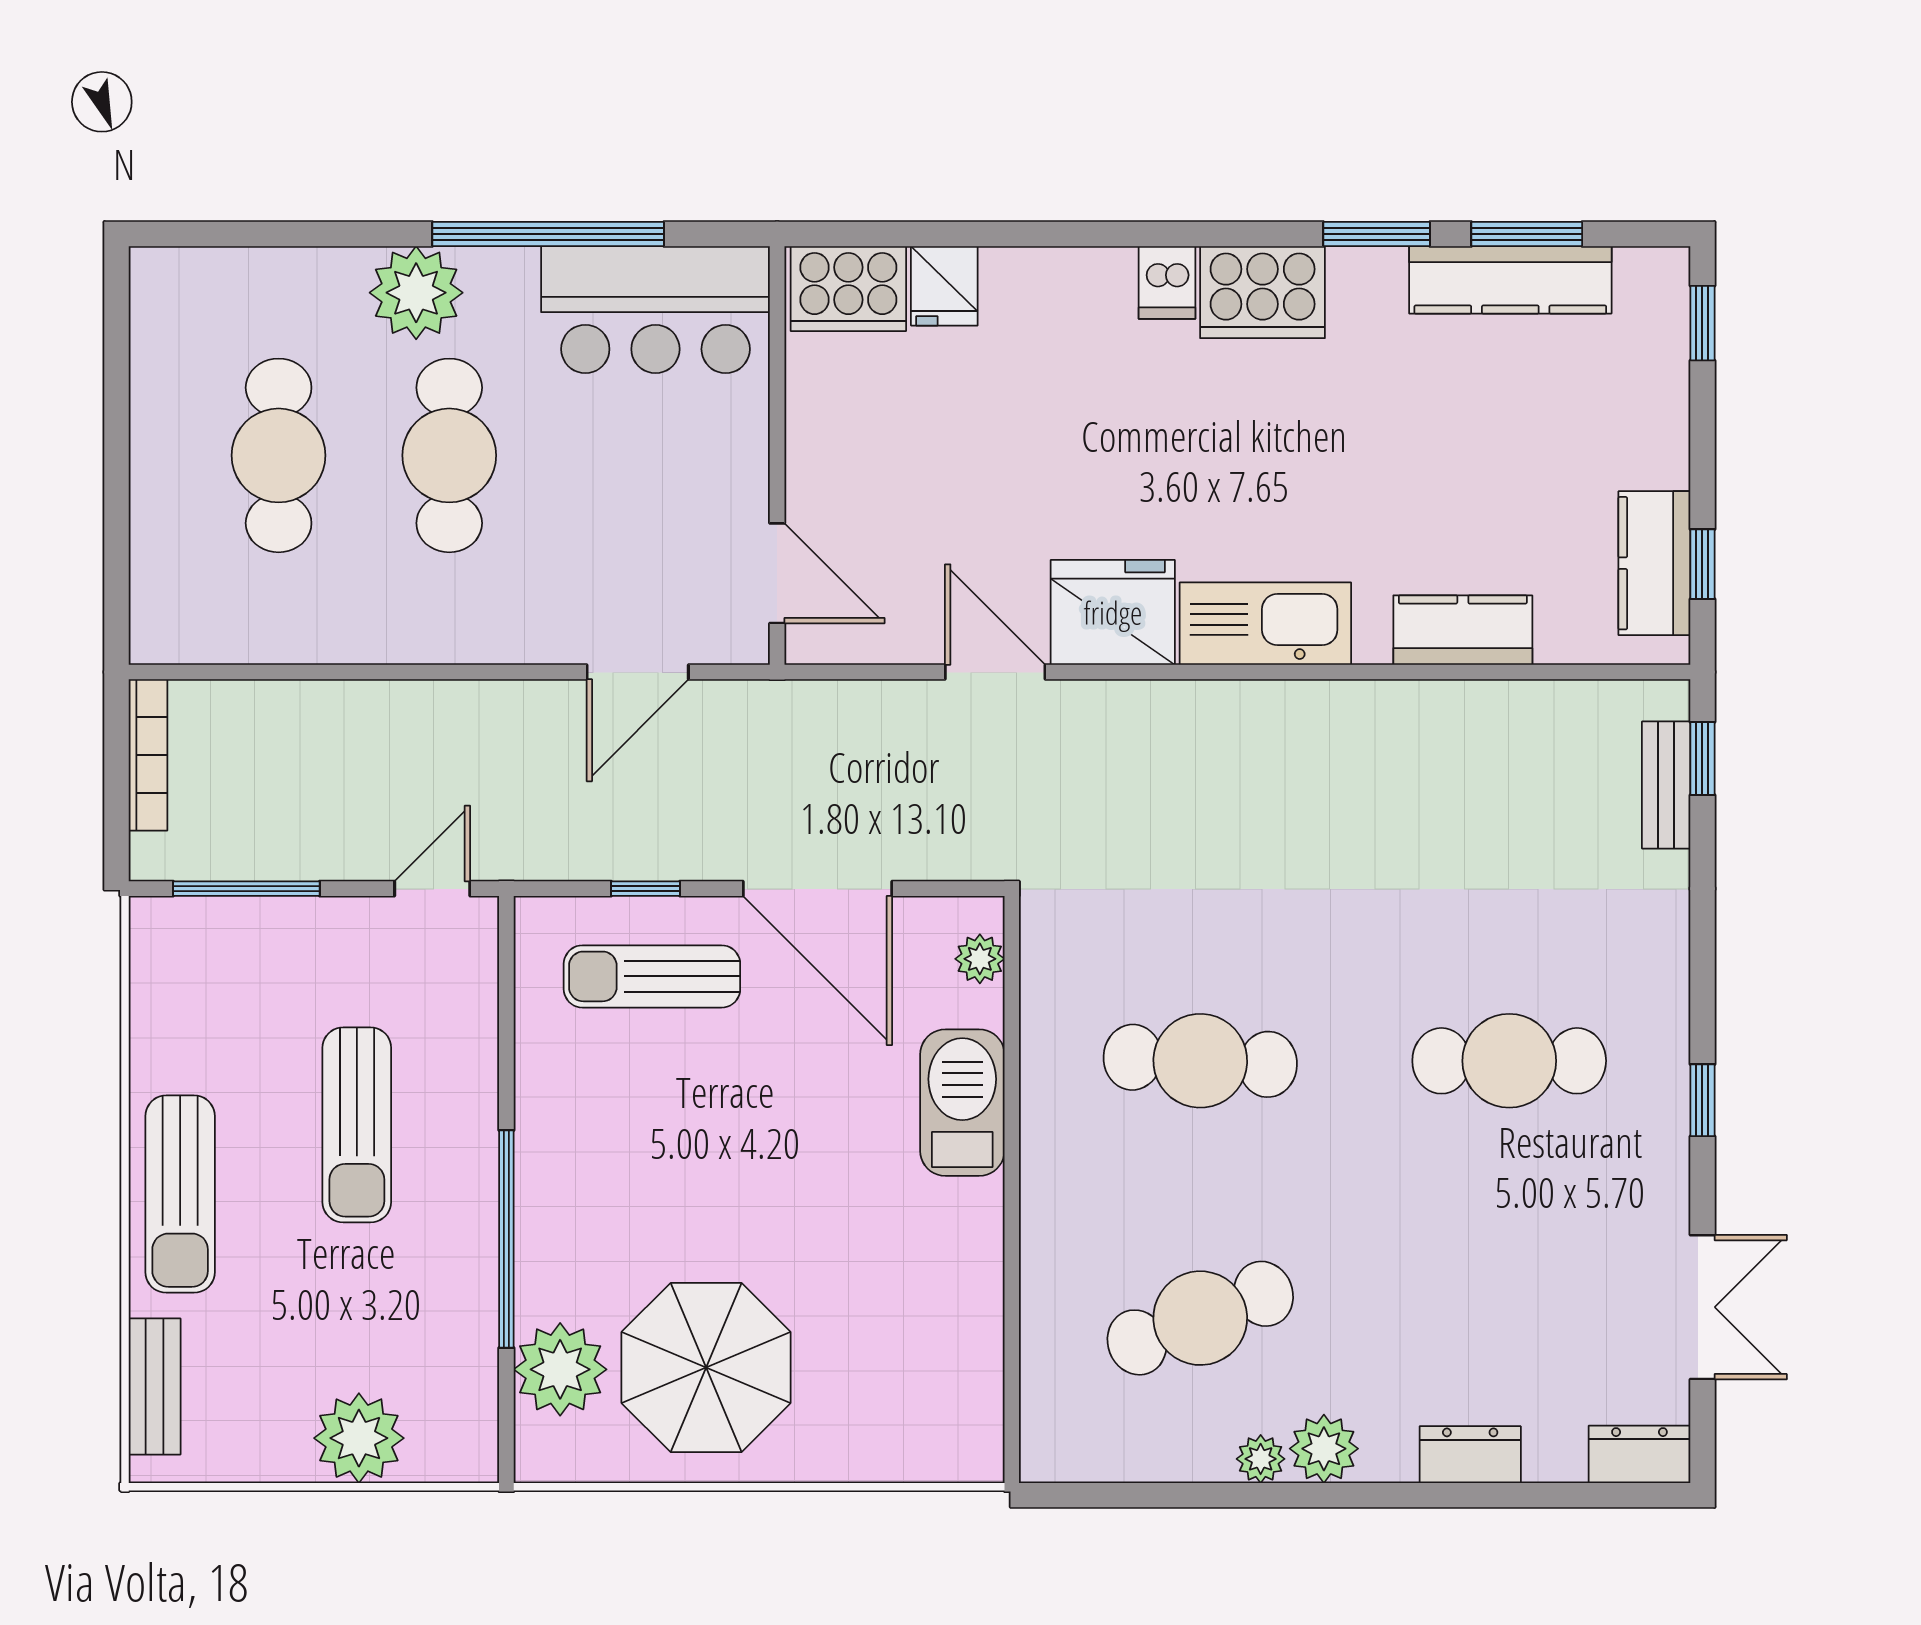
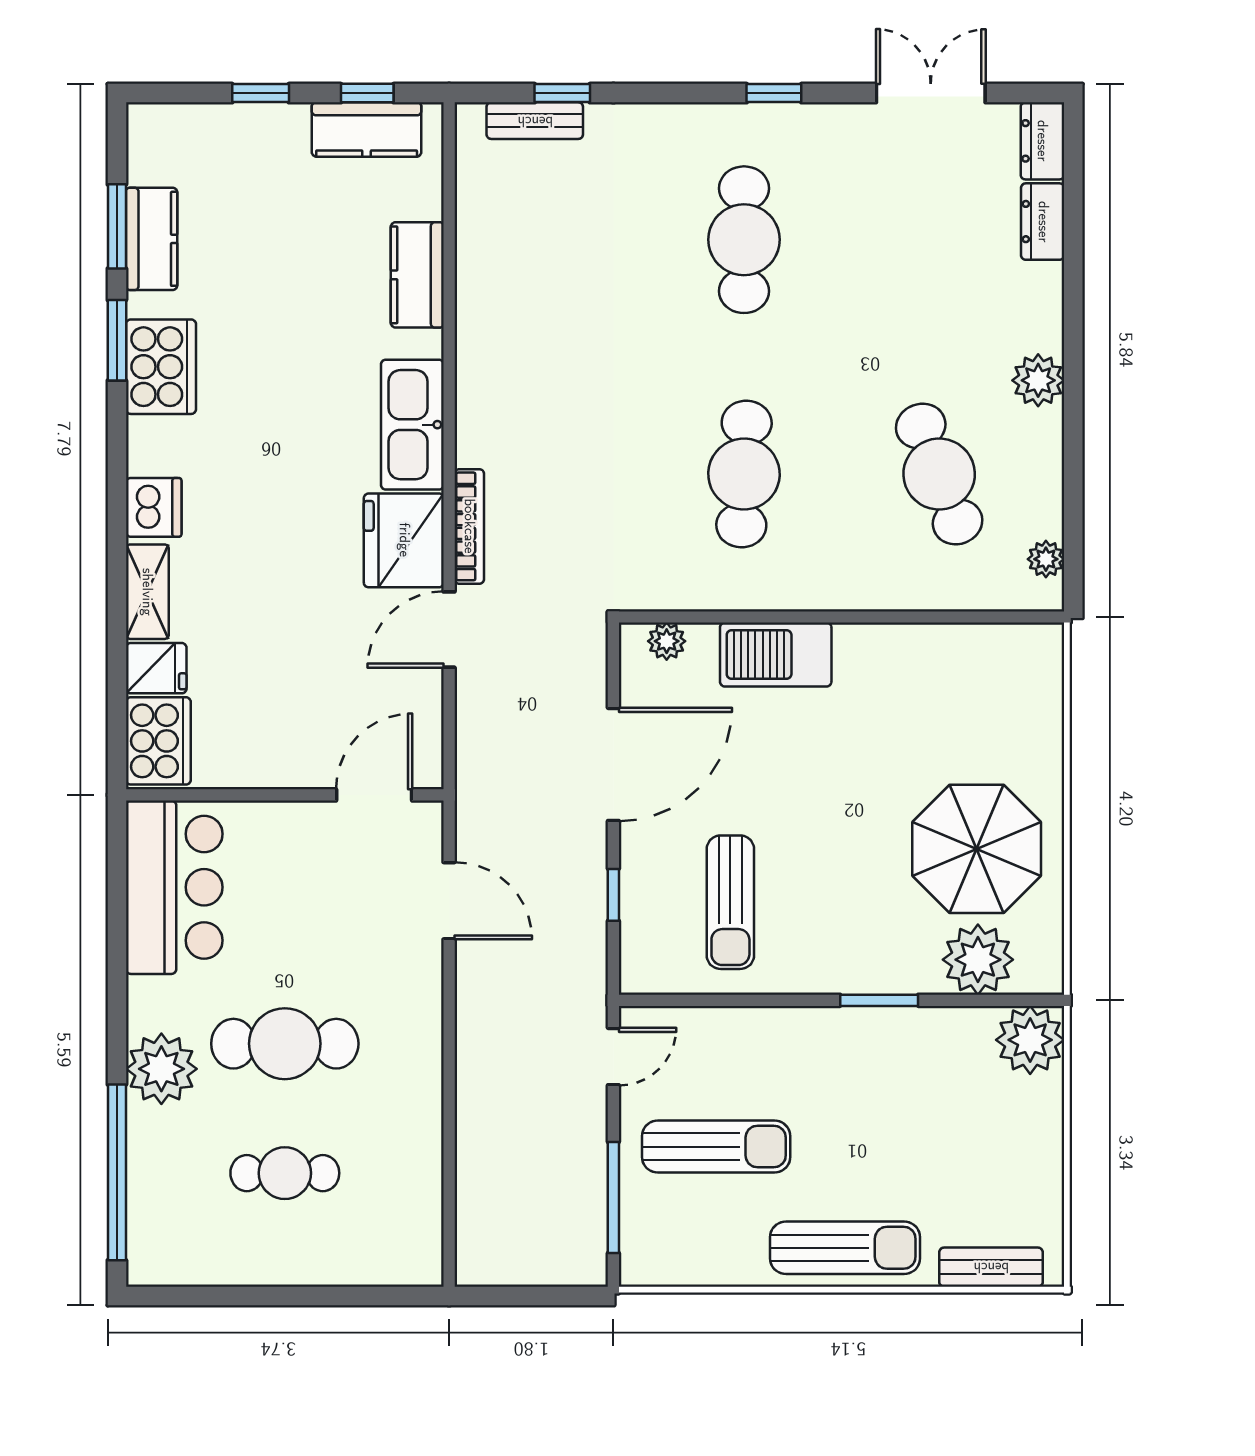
window: (548, 234) -> (117, 1172), moved
shelving: (1045, 274) -> (147, 592), added
kitchen counter: (1510, 280) -> (152, 239), width x0.67
dishwasher: (1167, 282) -> (154, 507), width x1.38
cooker: (1263, 292) -> (161, 367), moved
window: (1702, 323) -> (261, 93), moved
cafe table: (279, 455) -> (285, 1173), width x0.73, depth x0.74
bookcase: (148, 755) -> (469, 526), moved, turned 90
window: (1702, 759) -> (562, 93), moved
door: (432, 889) -> (613, 1057), swing flipped
sun lounger: (652, 976) -> (730, 902), moved
sun lounger: (357, 1125) -> (716, 1147), moved
window: (506, 1239) -> (879, 1000), width x0.47
plant: (359, 1438) -> (1030, 1040), moved
dresser: (1470, 1455) -> (1043, 222), moved
plant: (1261, 1459) -> (1046, 559), moved

